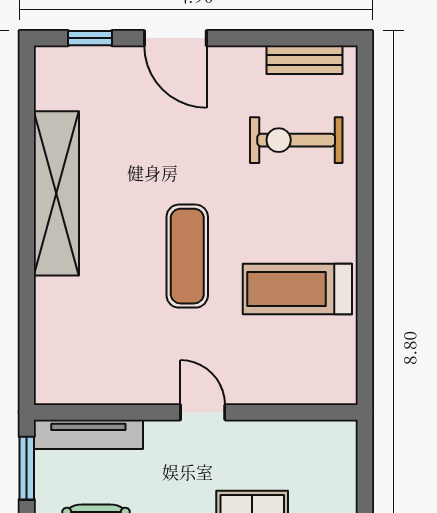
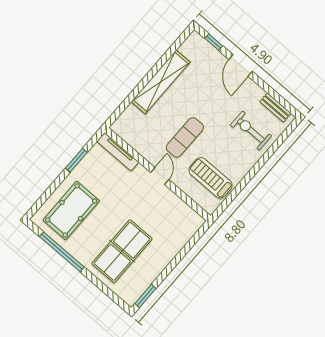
wall: (196, 412) -> (158, 174), moved
door: (203, 412) -> (160, 176), moved
tv unit: (88, 434) -> (118, 152), moved

